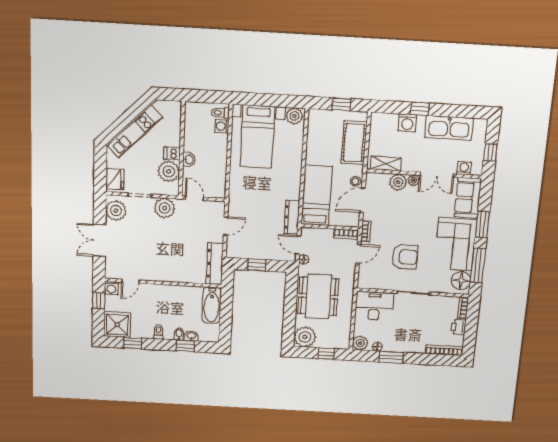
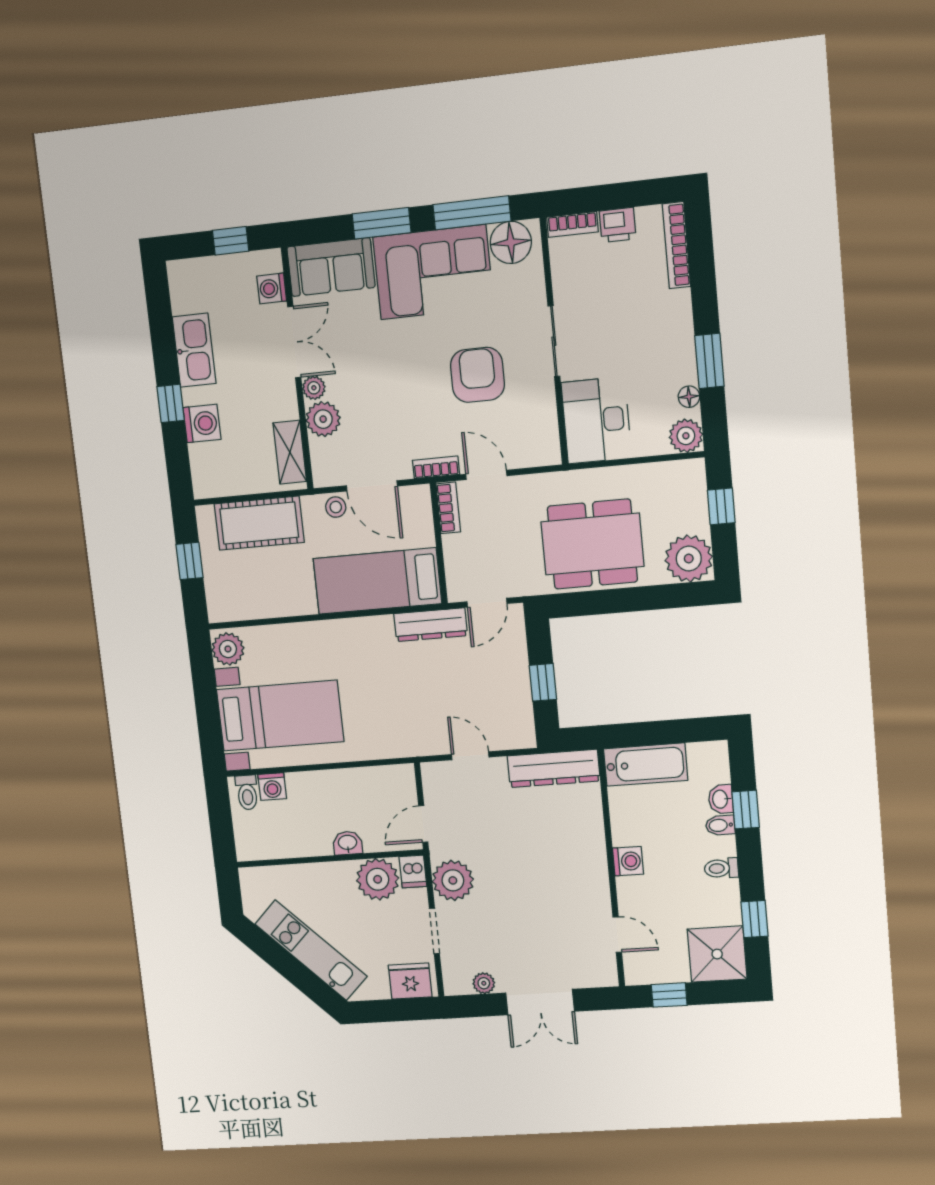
kitchen sink: (449, 128) -> (194, 350), width x0.73, depth x0.81
dishwasher: (172, 153) -> (413, 872), moved
plant: (116, 211) -> (484, 983), width x0.53, depth x0.53
floor lamp: (304, 260) -> (517, 587), removed
washing machine: (111, 288) -> (628, 861), moved

